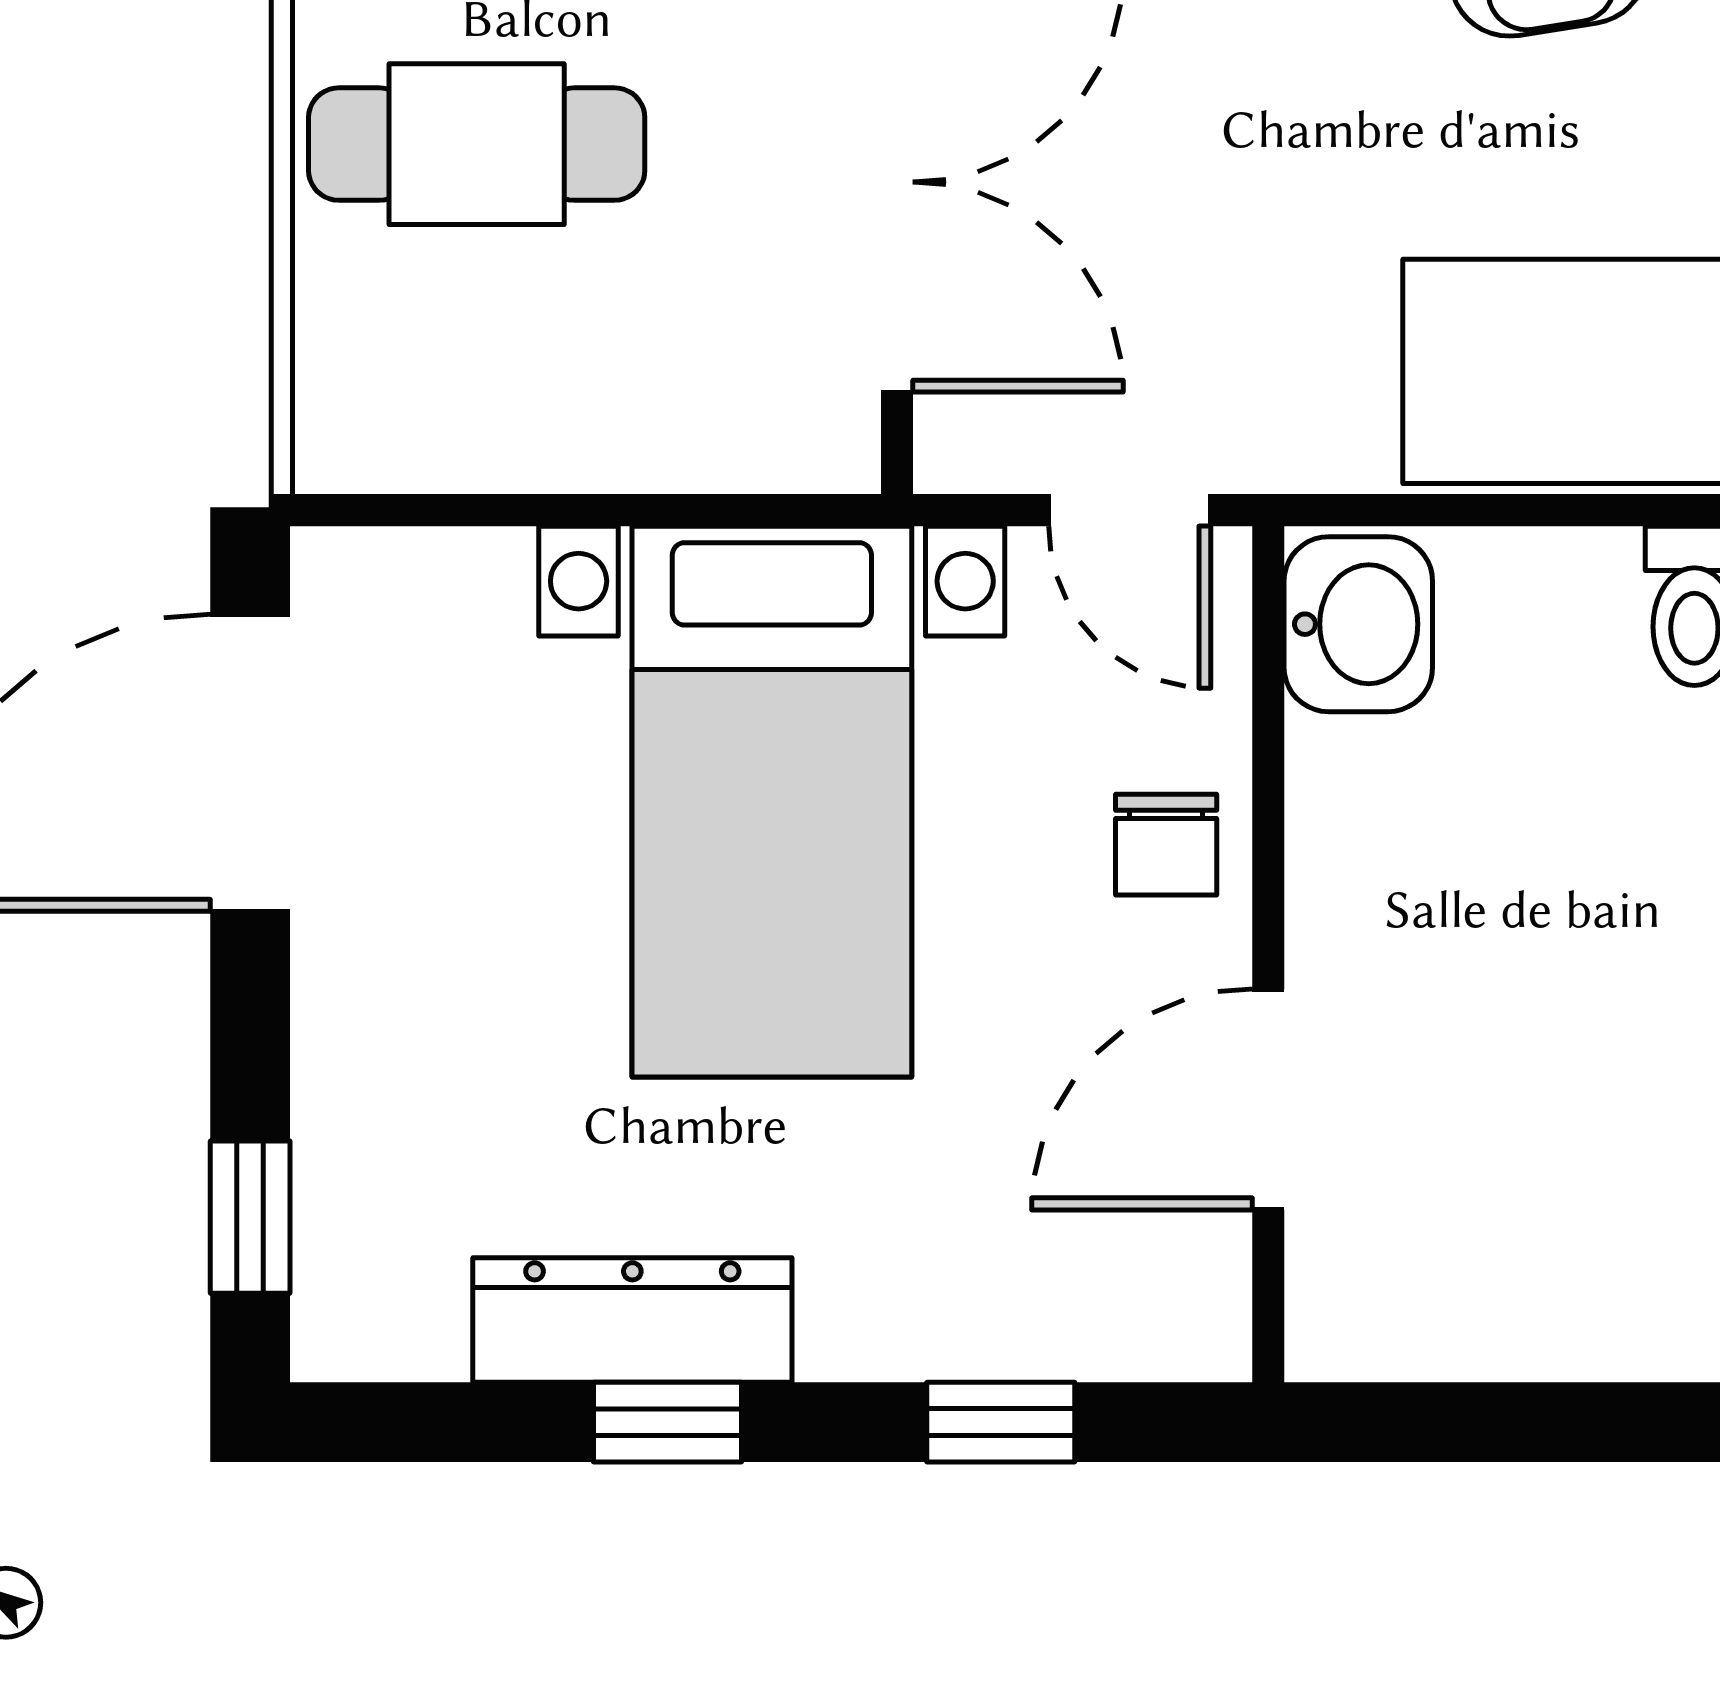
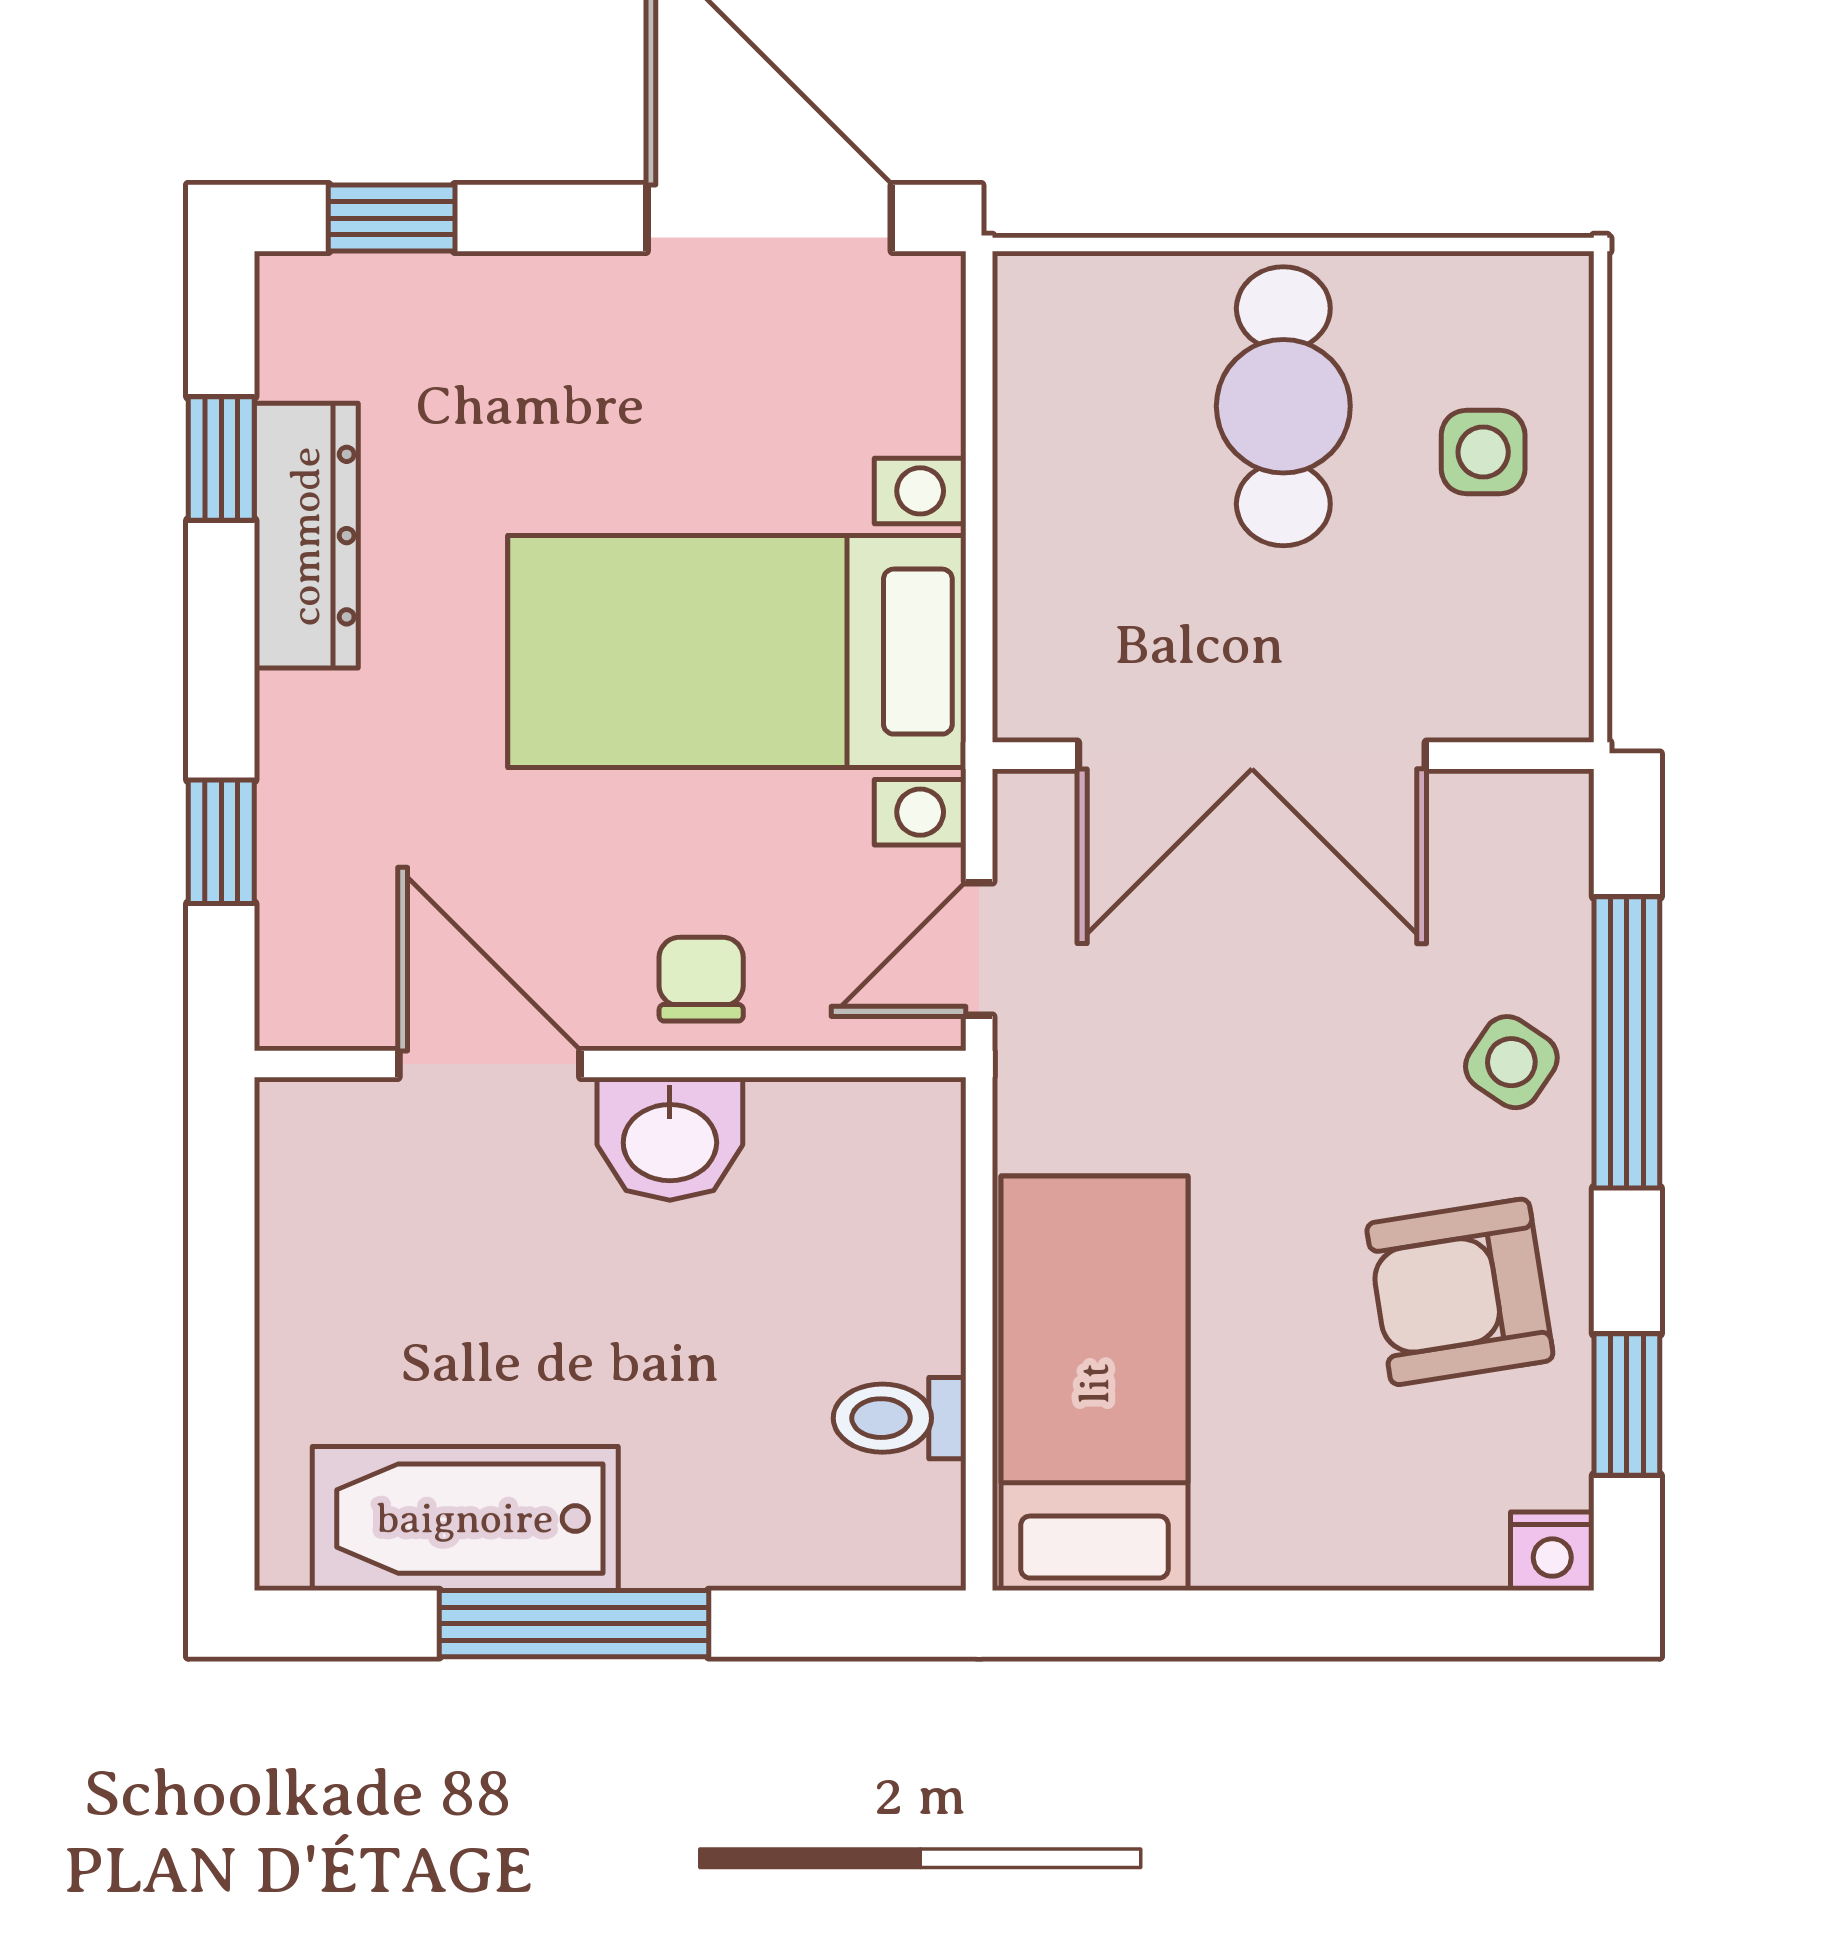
washbasin: (1358, 624) -> (670, 1139), moved
chair: (1166, 845) -> (701, 979), turned 90
window: (668, 1422) -> (221, 459), moved

